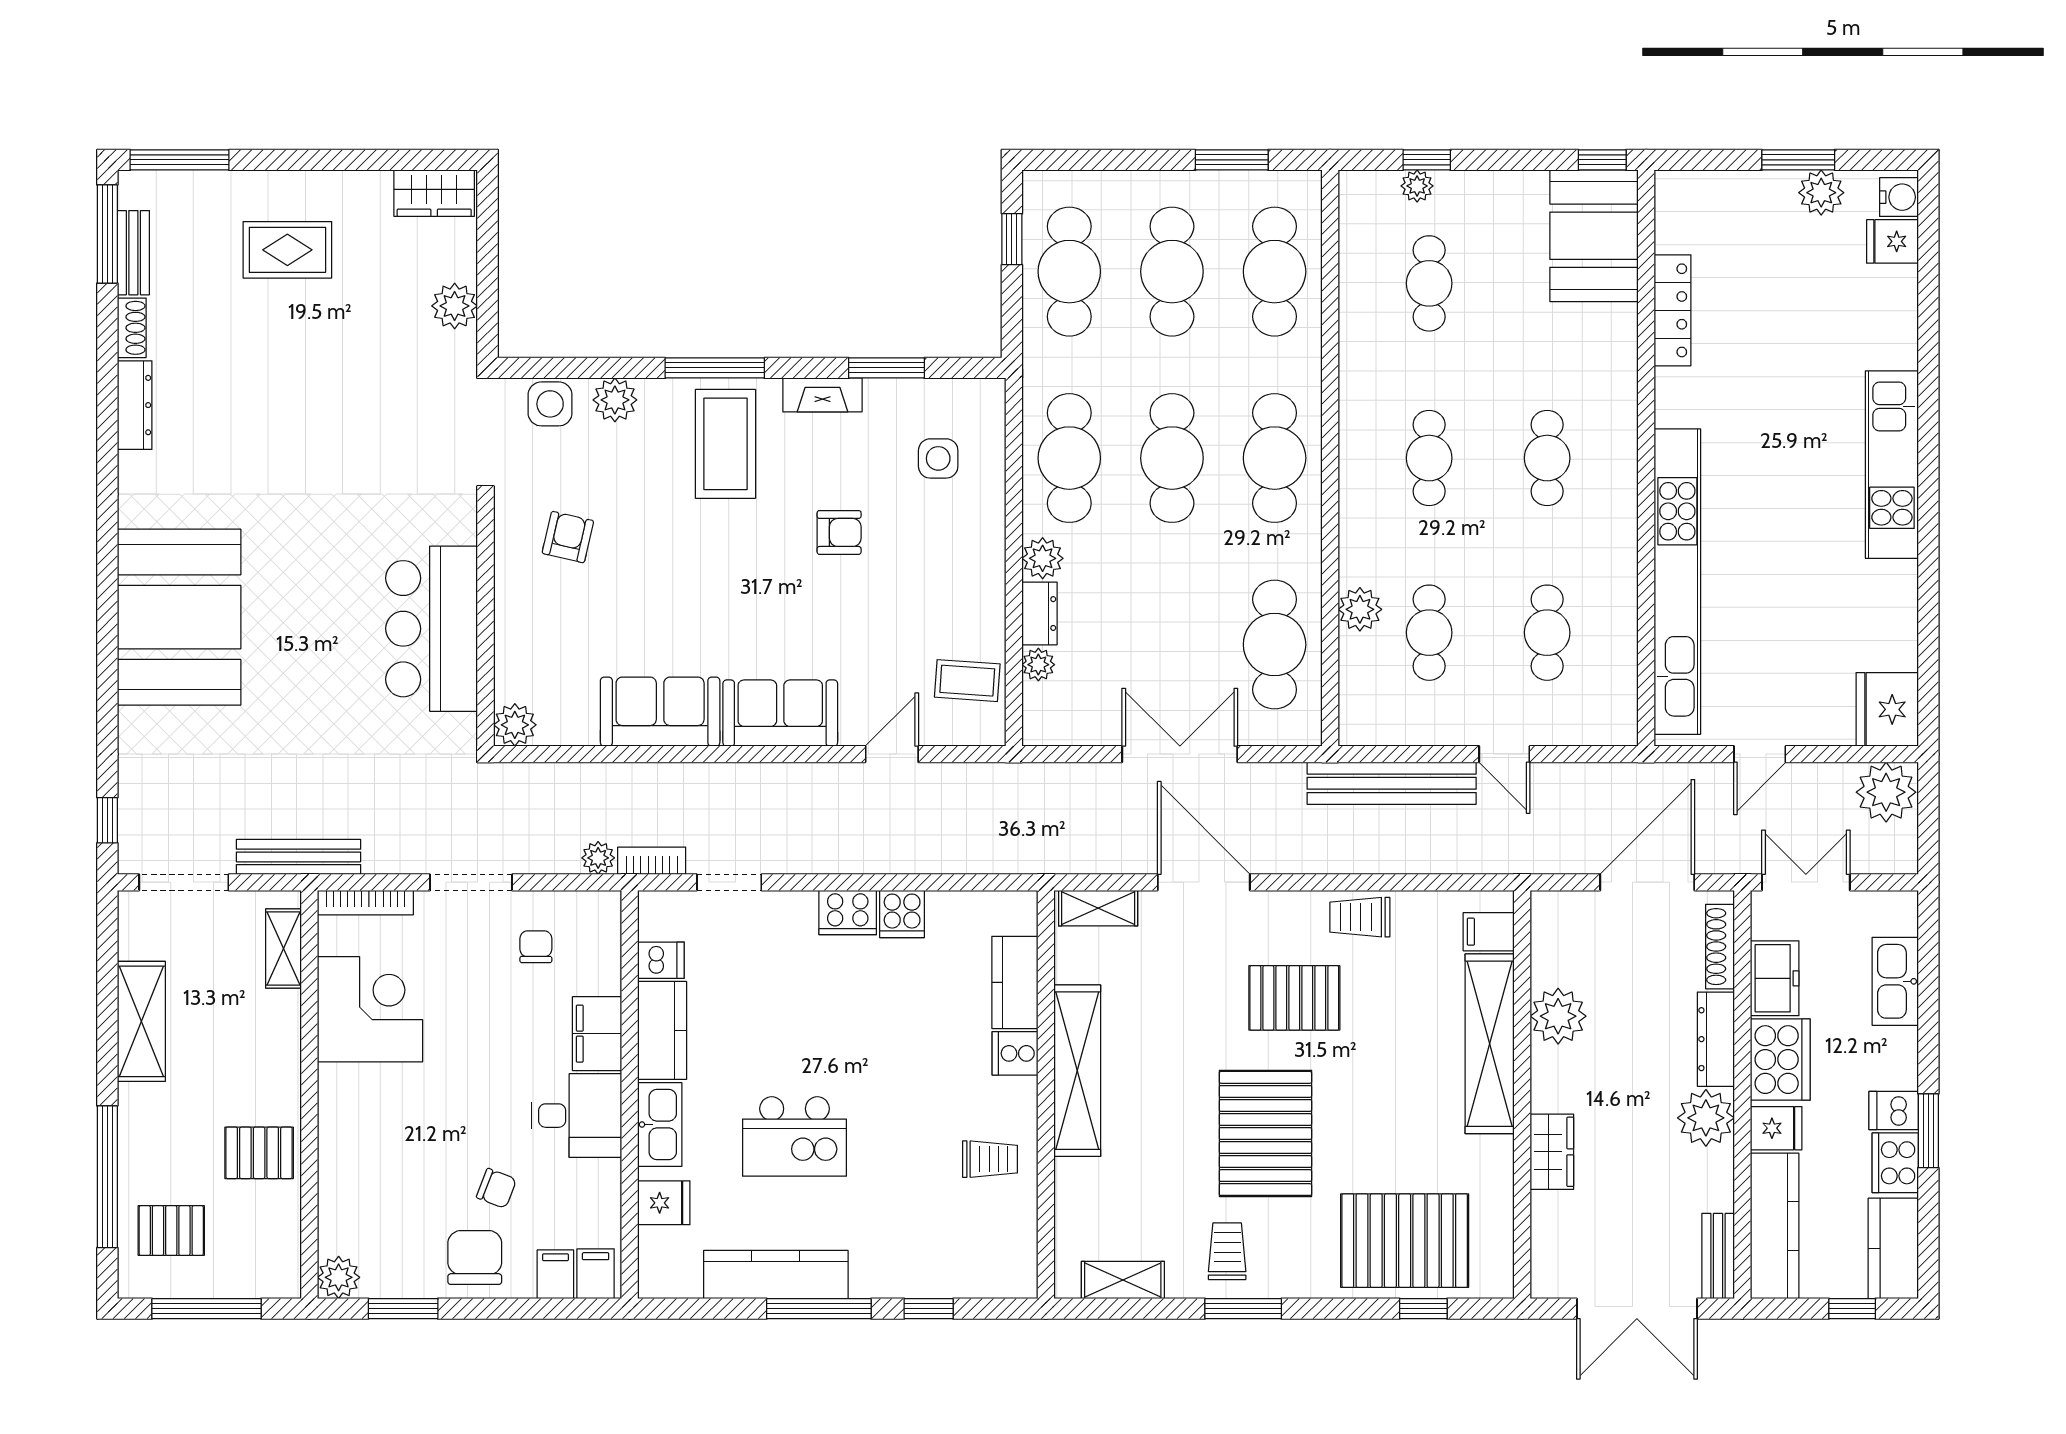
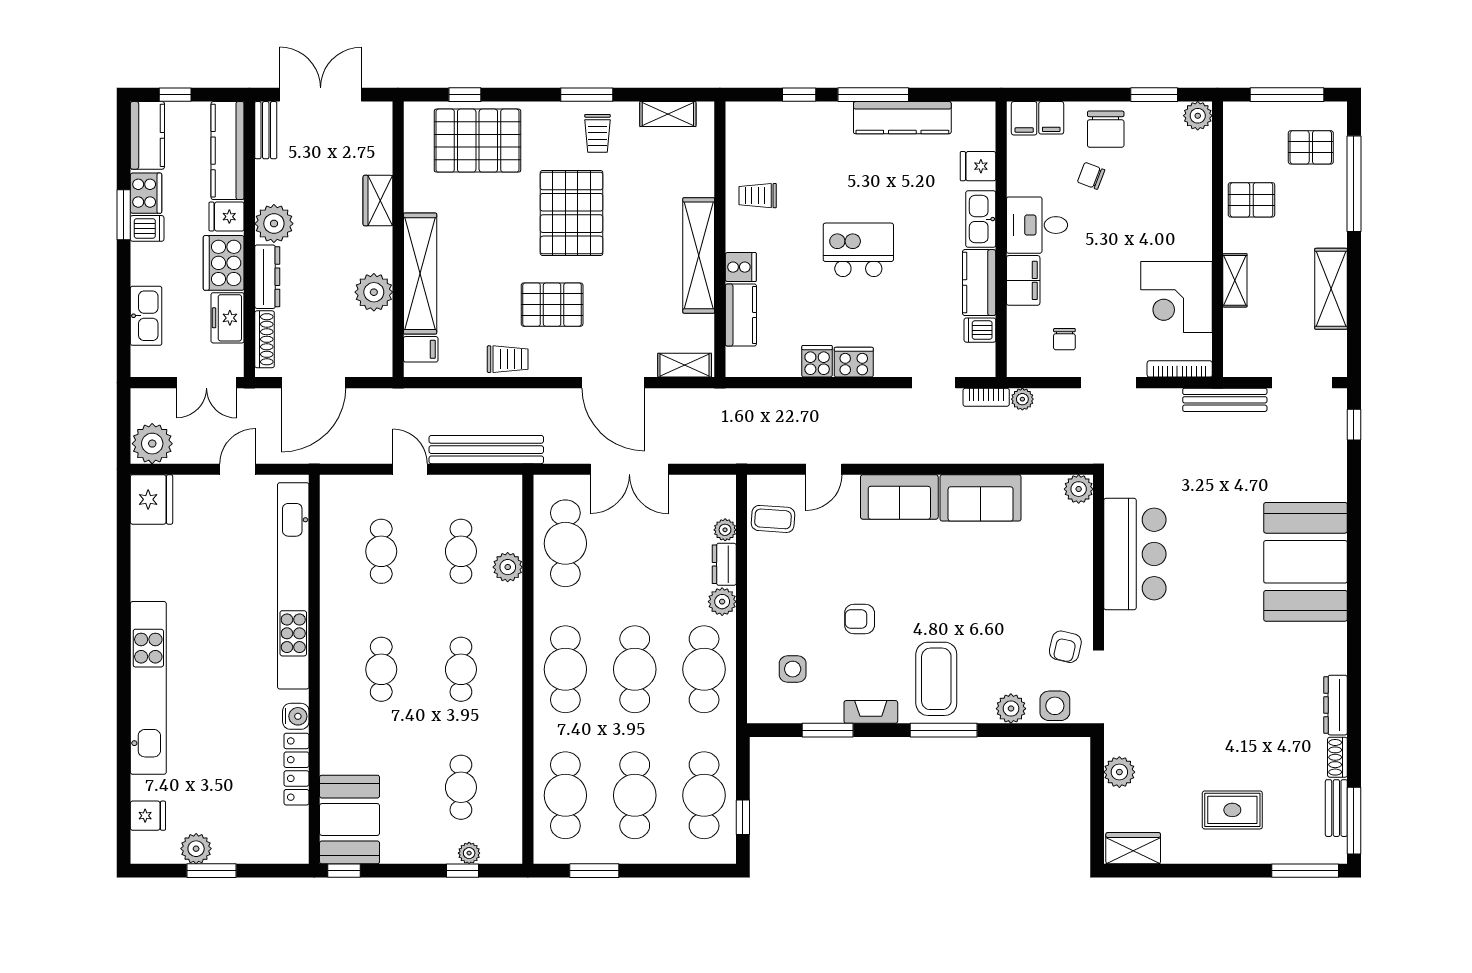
water cooler: (1899, 197) -> (296, 716), moved, turned 180
kitchen unit: (1892, 465) -> (148, 688), width x1.36
armchair: (568, 537) -> (1065, 647), moved
shelving: (284, 948) -> (1235, 280), moved
kitchen island: (795, 1136) -> (858, 250), moved

